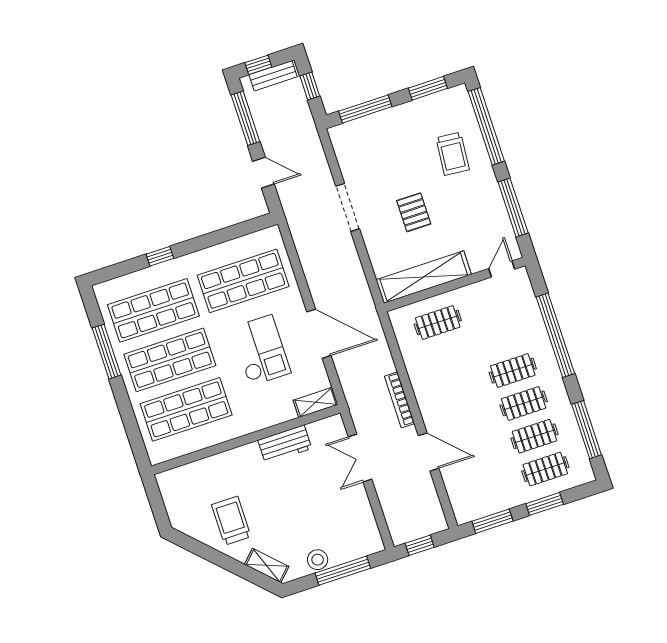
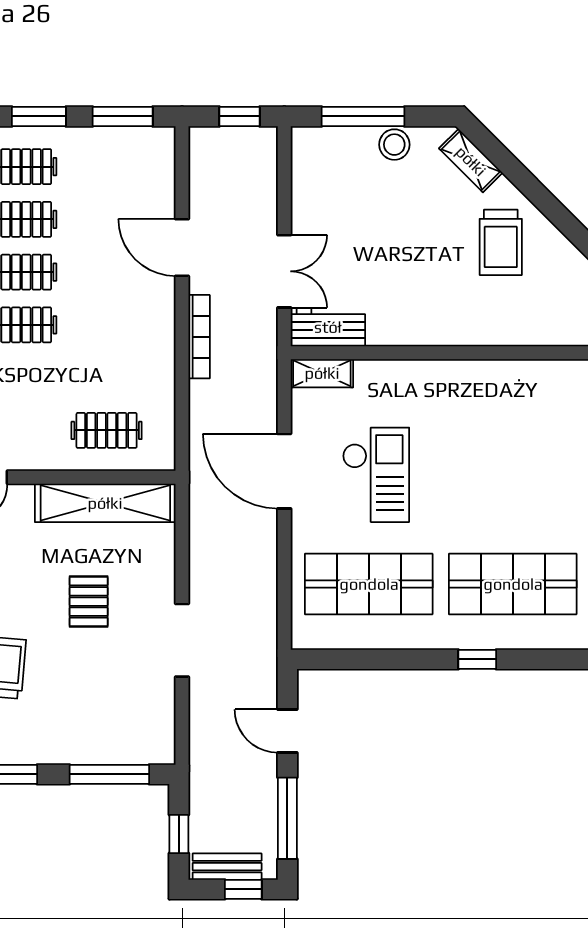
checkout: (261, 350) -> (376, 475), turned 180
shop shelf: (170, 360) -> (513, 505), removed
shop shelf: (186, 409) -> (513, 425), removed
workbench: (285, 444) -> (328, 327), moved

